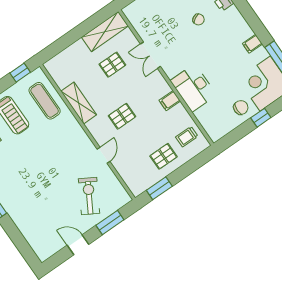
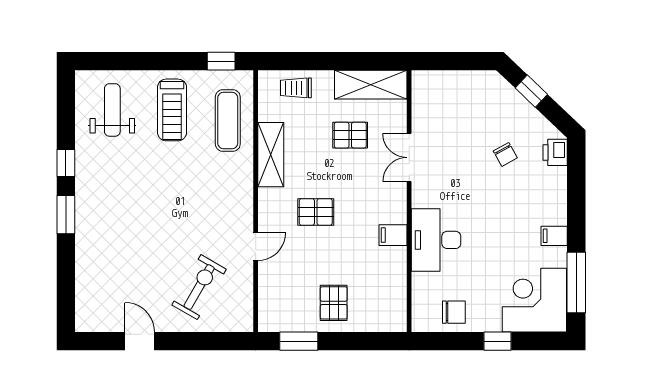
chair: (241, 108) -> (454, 312), moved
trolley: (187, 137) -> (296, 88), moved
pallet: (163, 156) -> (334, 303), turned 90
window: (110, 223) -> (202, 341), removed

